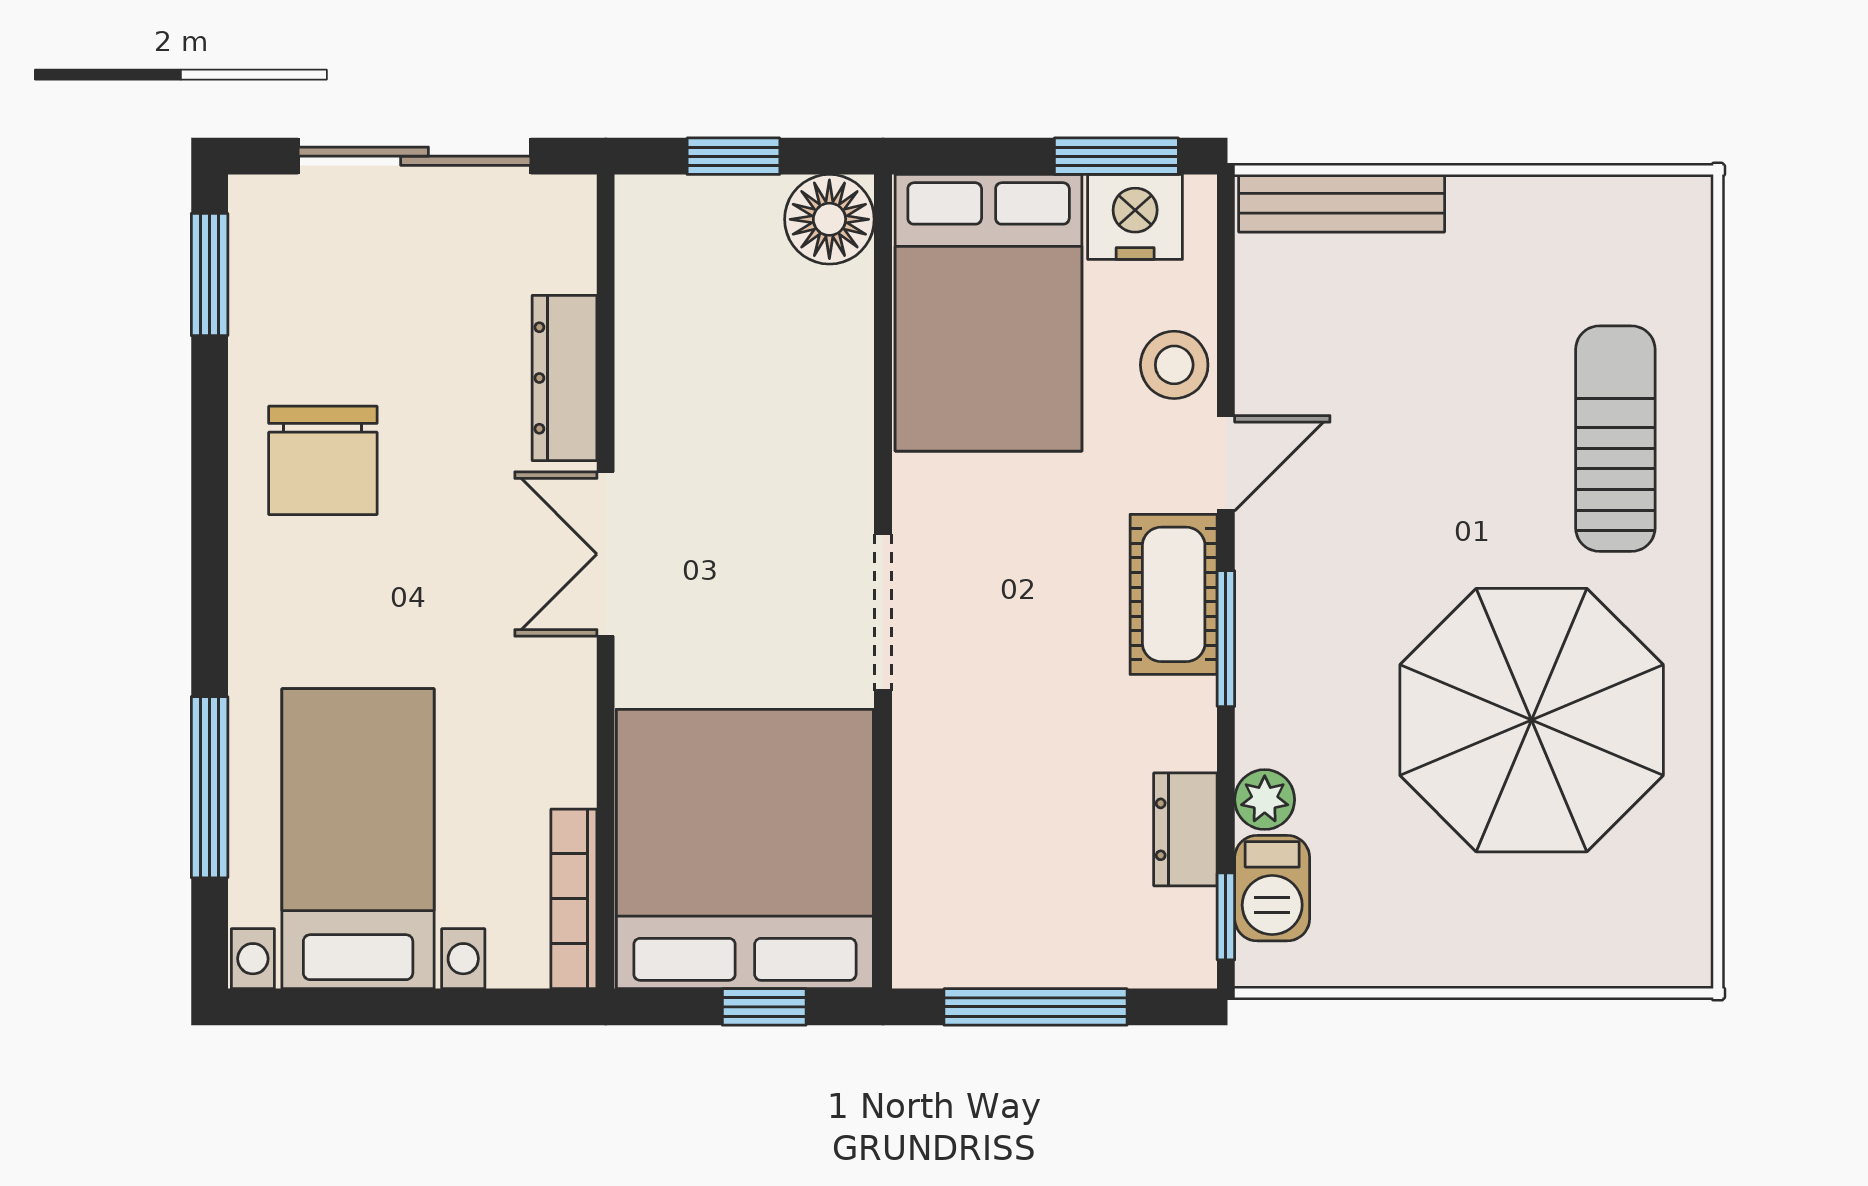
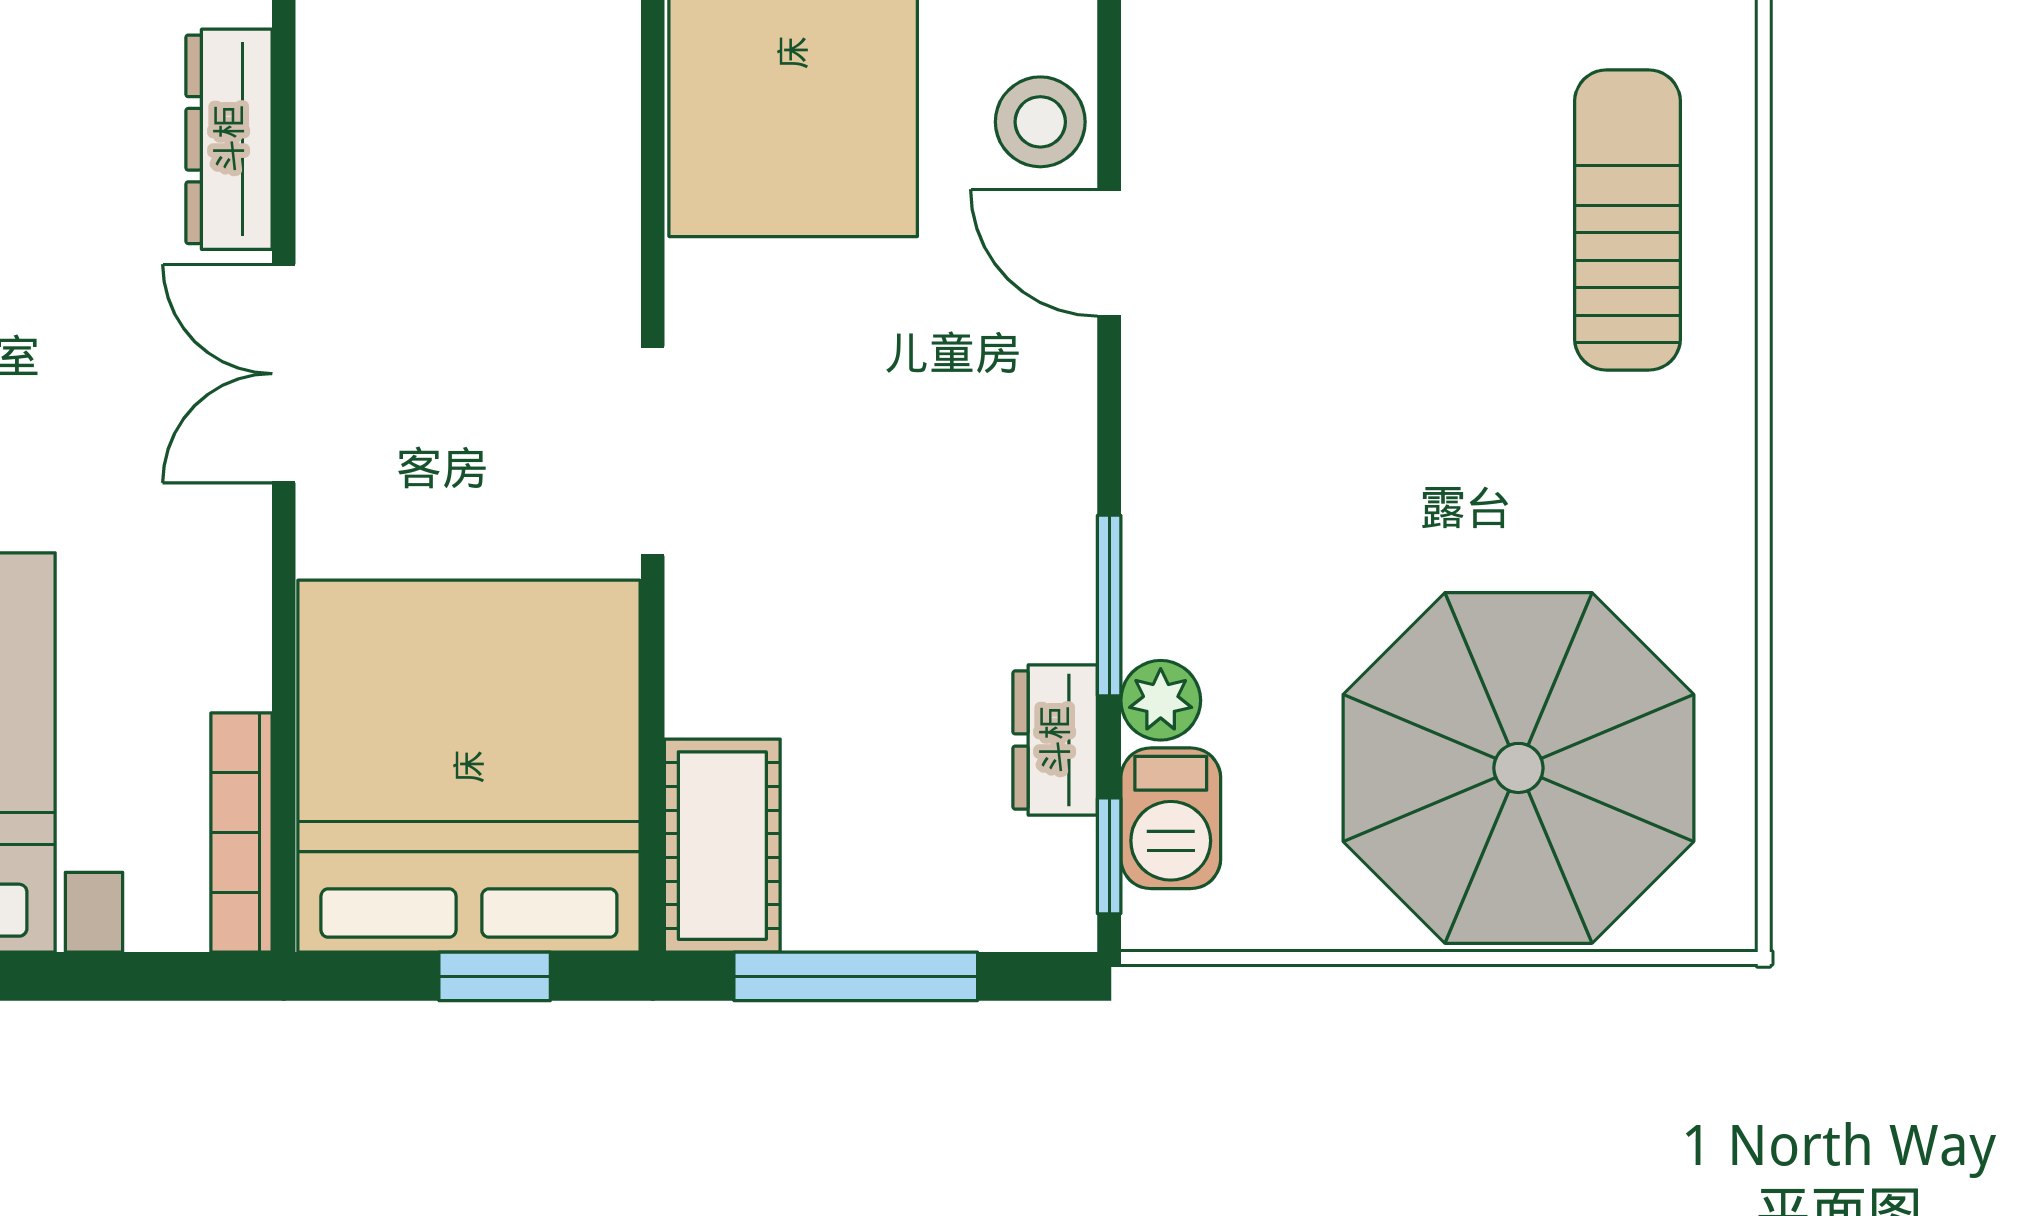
door: (1226, 463) -> (1109, 253), swing flipped
cot: (1174, 594) -> (722, 846), moved
window: (1226, 639) -> (1109, 606), moved
parasol: (1532, 720) -> (1518, 768), moved

